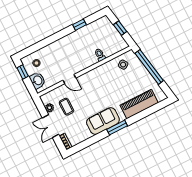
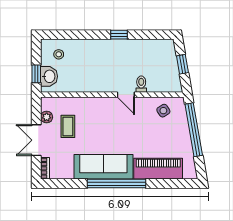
window: (79, 25) -> (119, 35), moved
window: (23, 72) -> (36, 74), moved
door: (69, 79) -> (126, 95), moved
sofa: (103, 121) -> (103, 167), width x1.36
window: (117, 128) -> (117, 184), width x2.11

